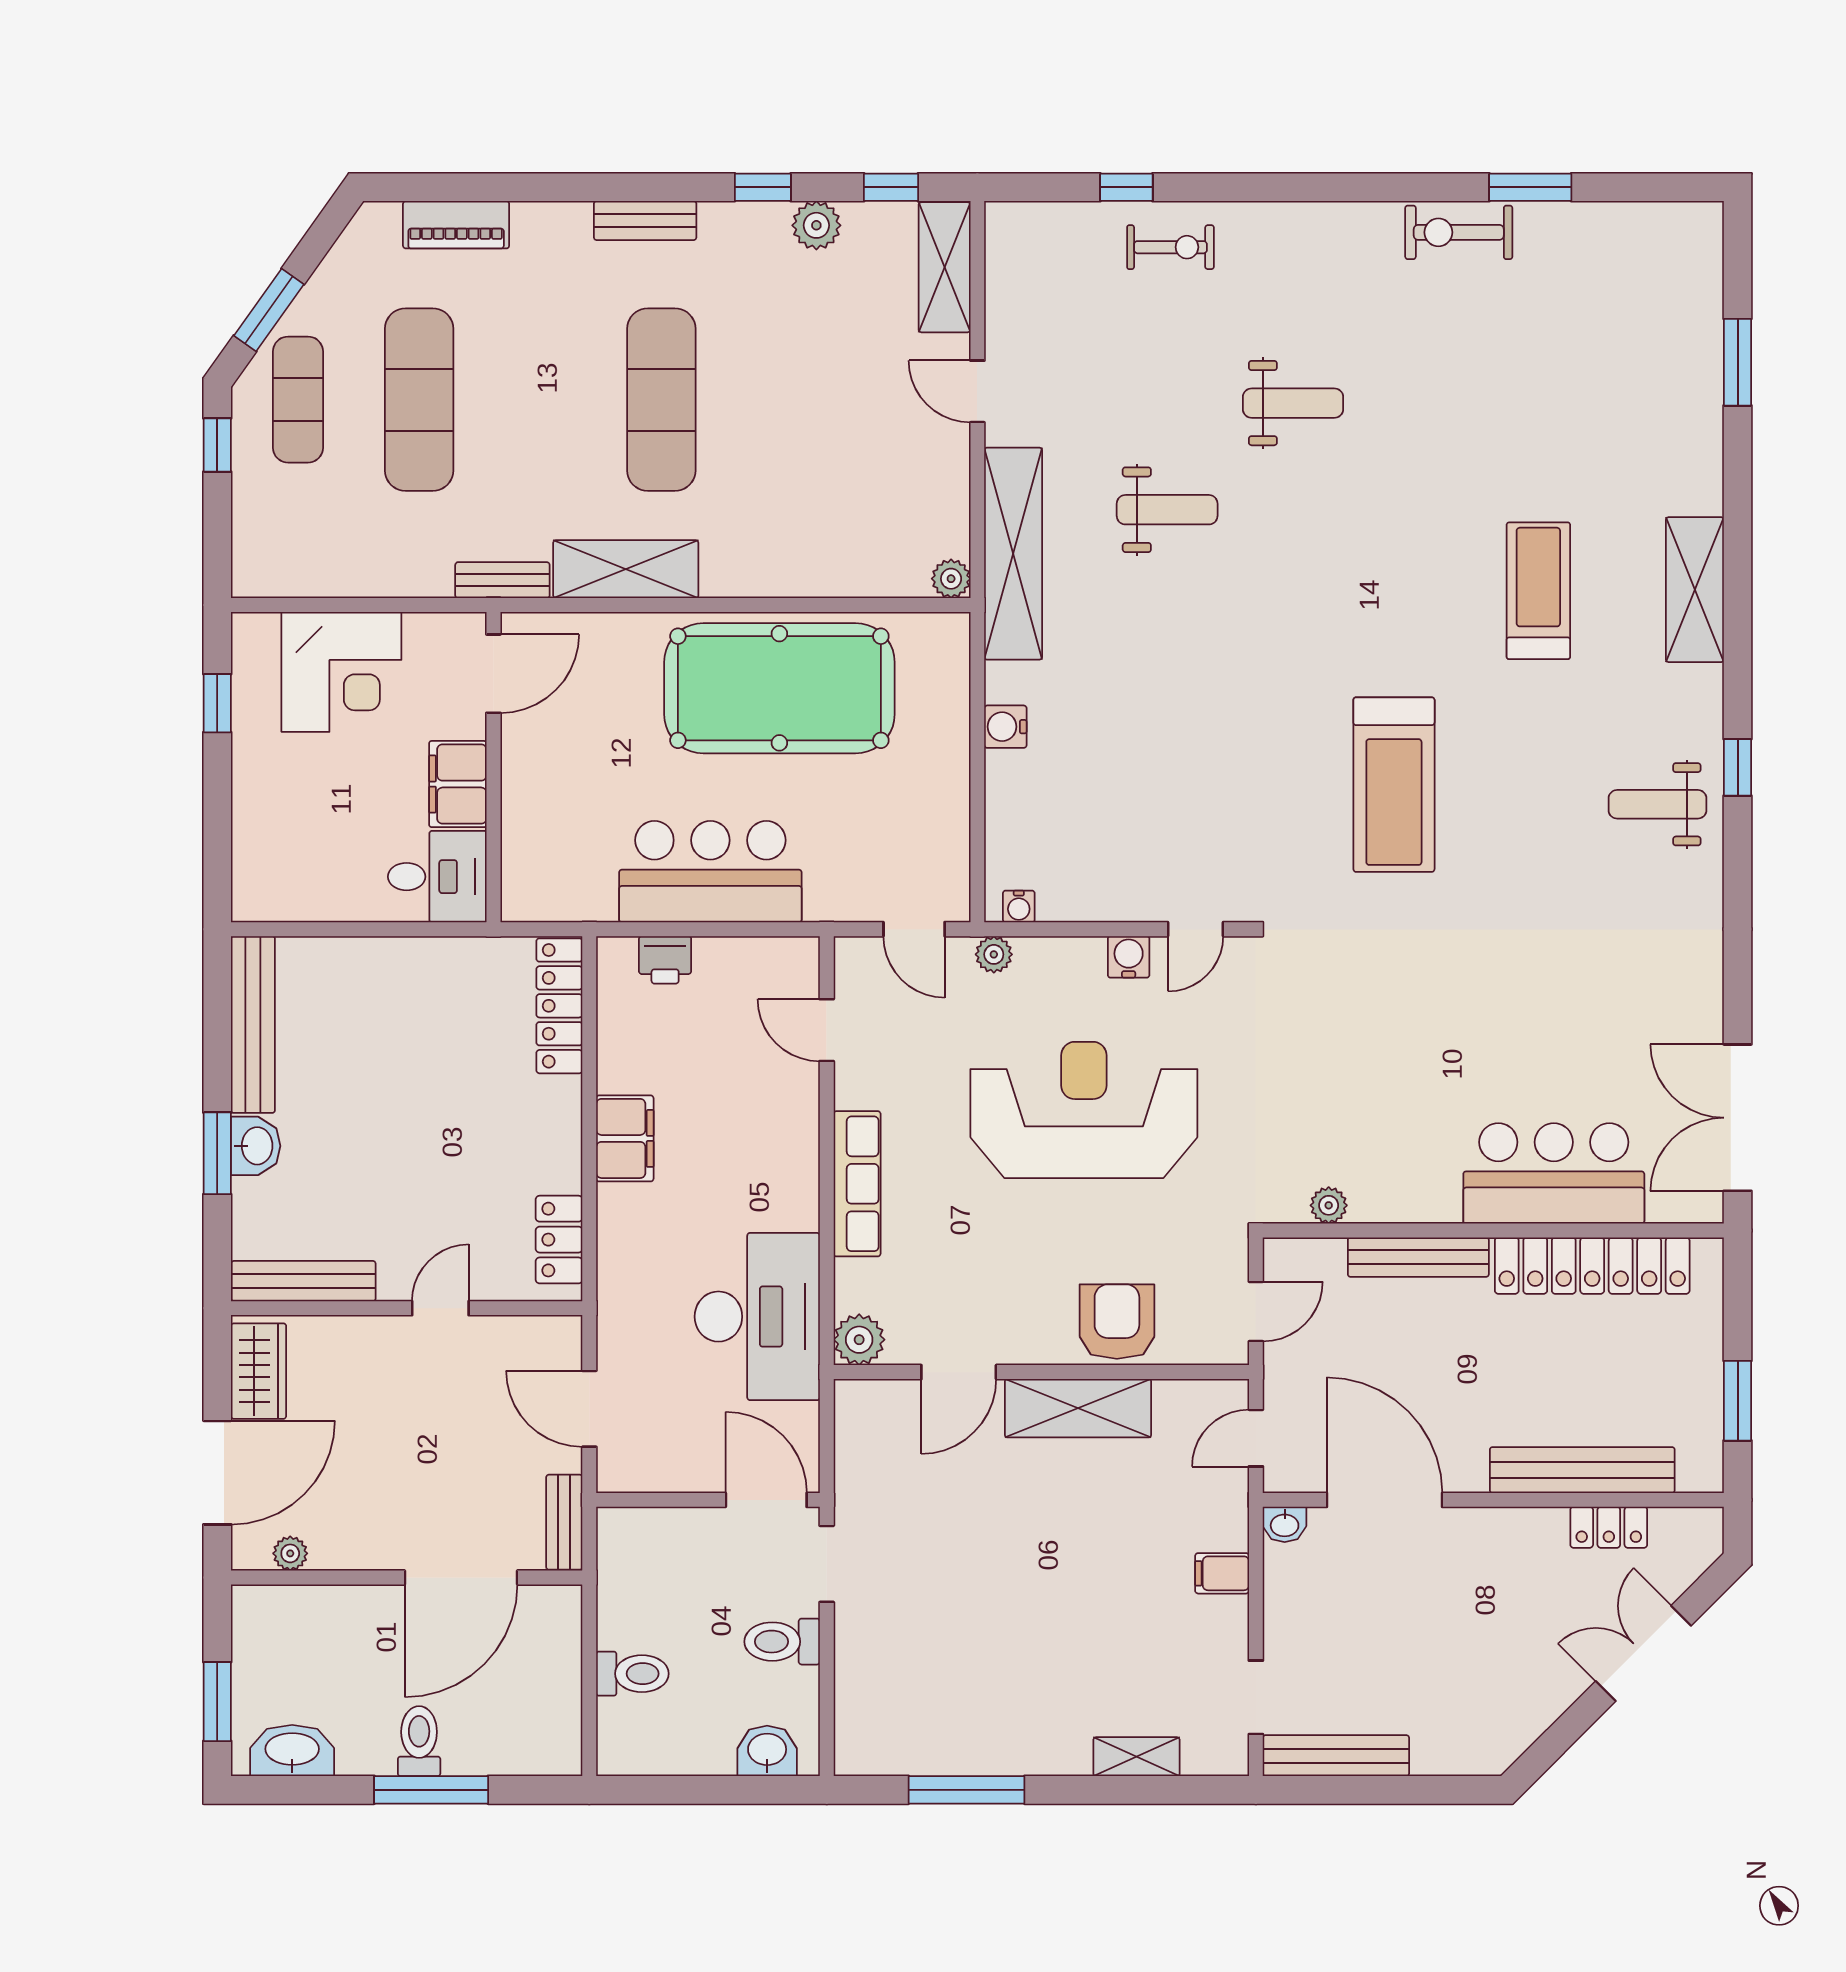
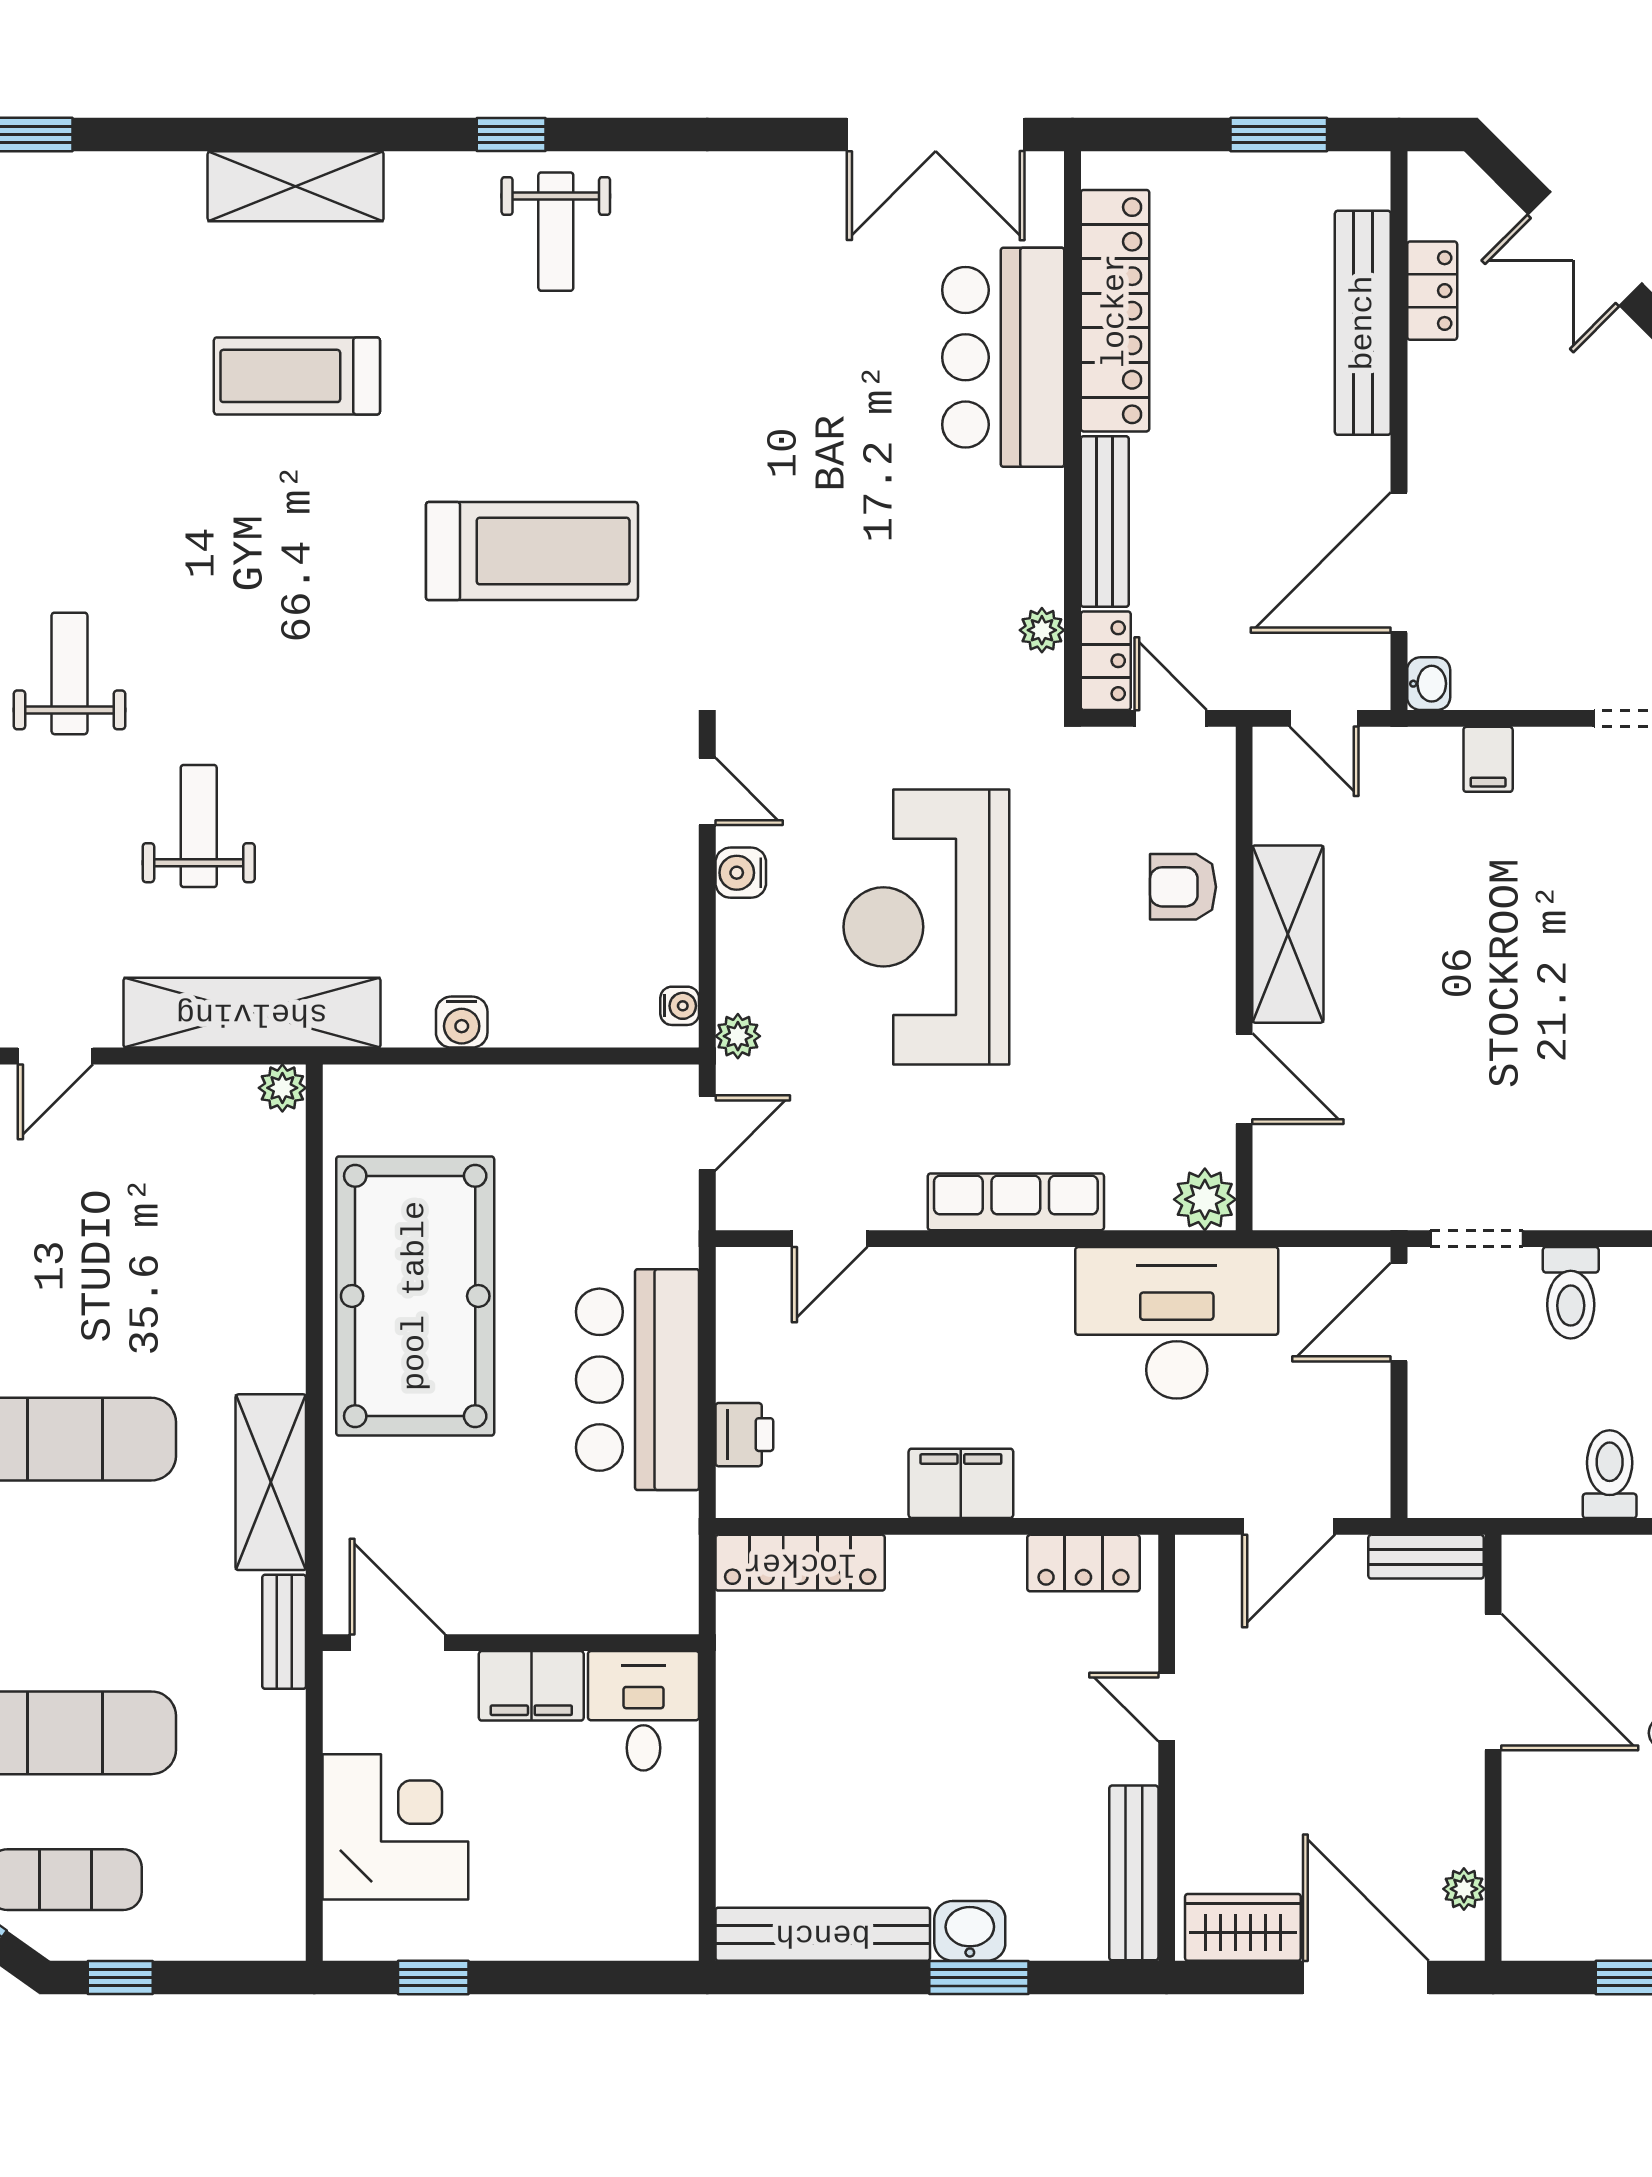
locker: (1303, 1258) -> (1106, 661), added
armchair: (1117, 1322) -> (1183, 887), width x0.72, depth x0.72

